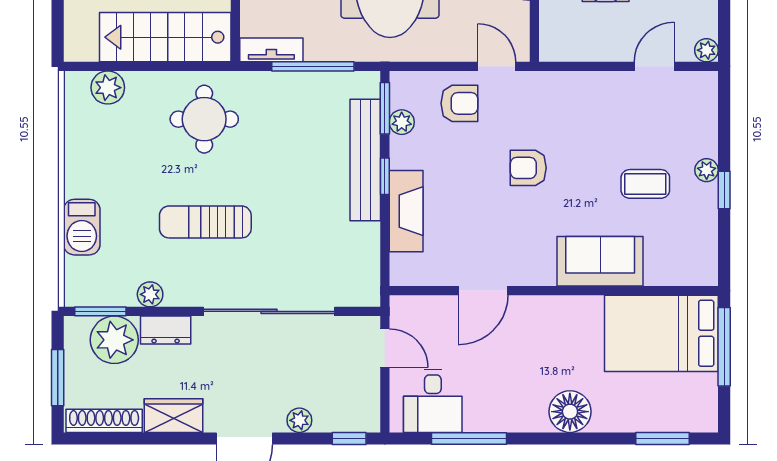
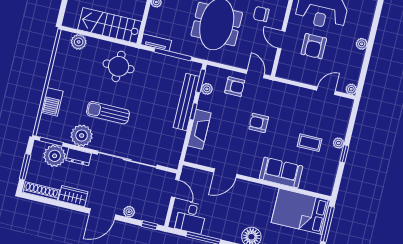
plant: (150, 294) -> (82, 136), width x1.87, depth x1.87

